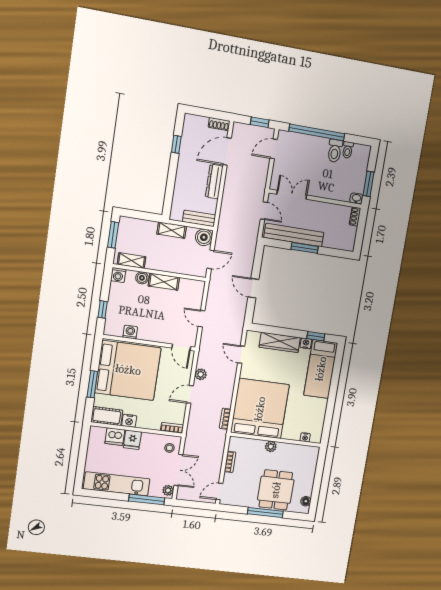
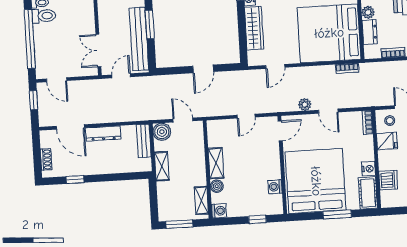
shoe rack: (219, 124) -> (46, 160), moved
fridge: (132, 440) -> (387, 141), moved
dresser: (253, 445) -> (370, 32), added

